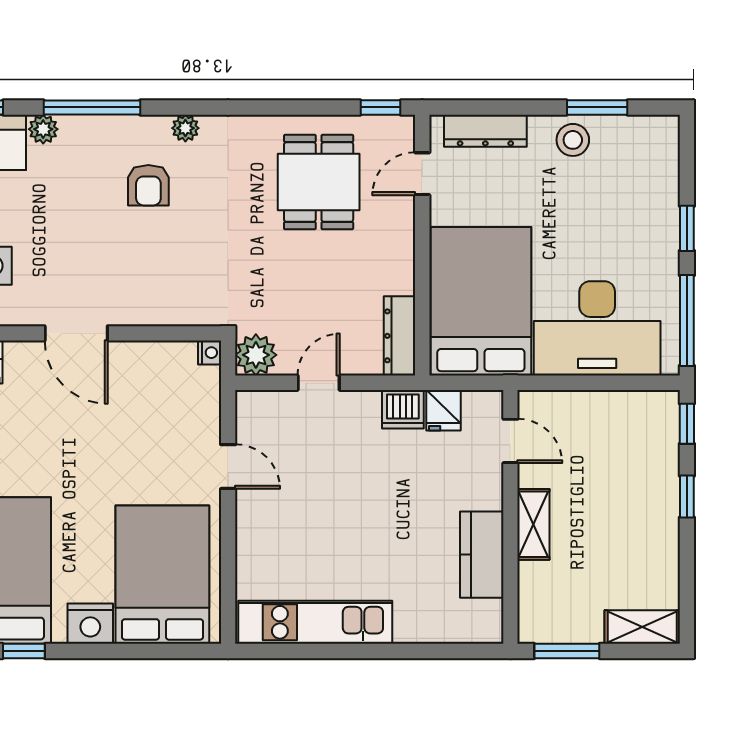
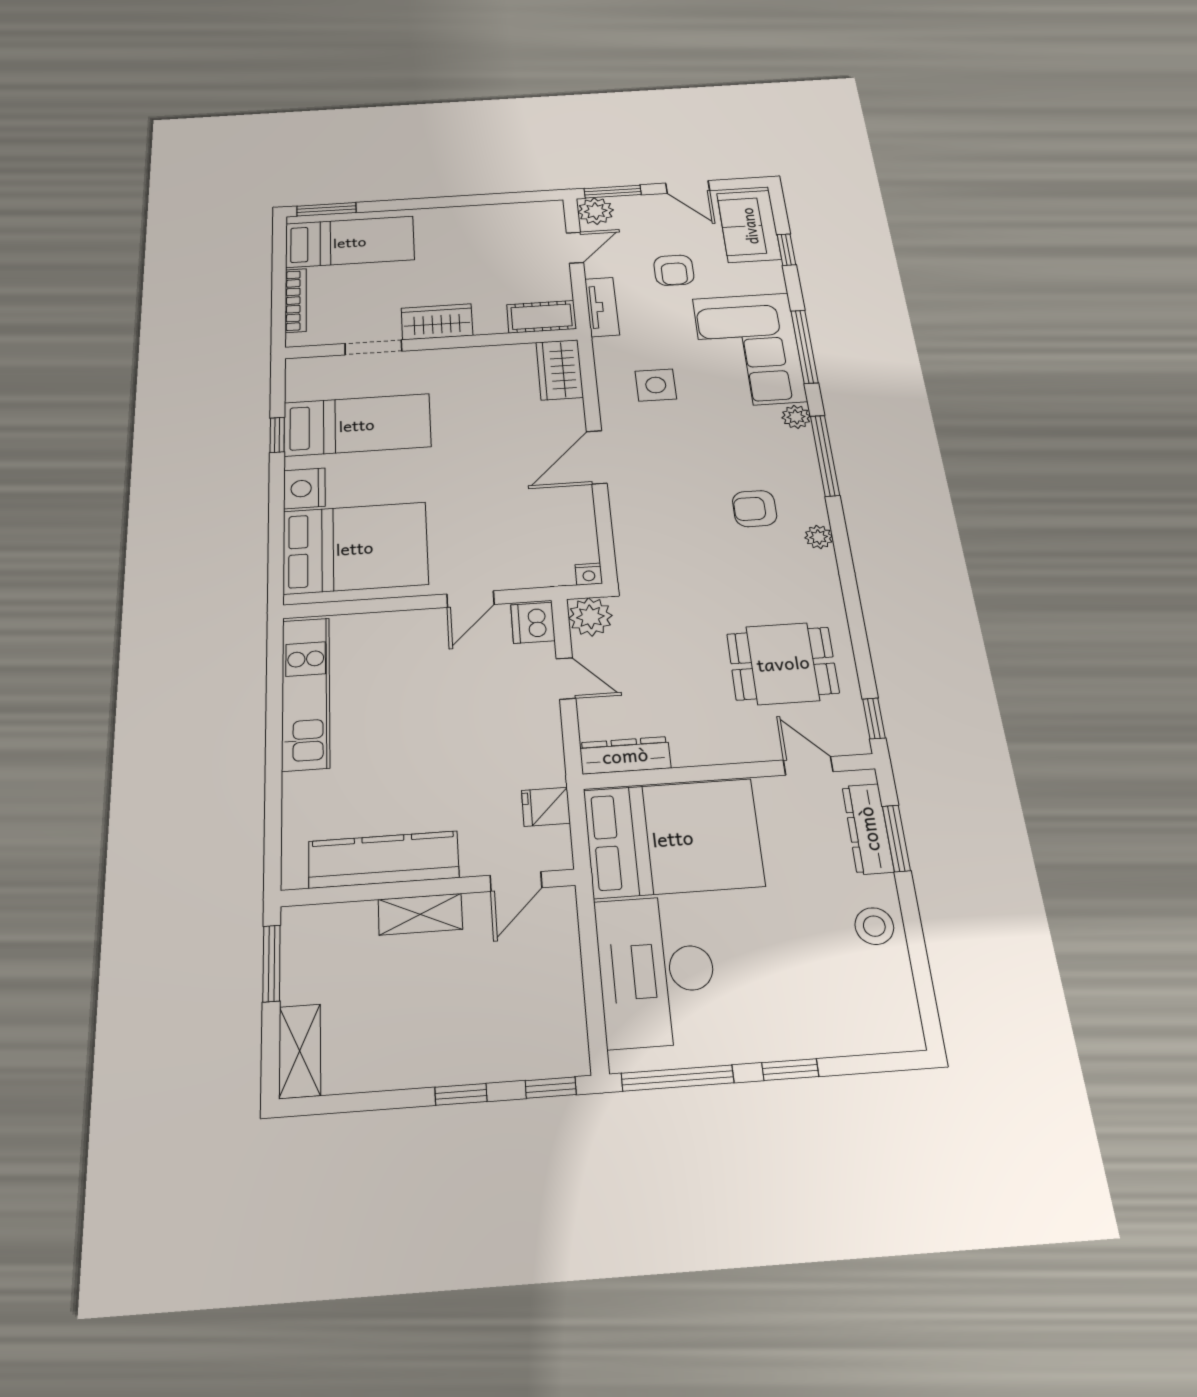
window: (597, 107) -> (896, 838), moved
dishwasher: (403, 409) -> (533, 623), moved
kitchen counter: (482, 555) -> (383, 859), width x1.50

